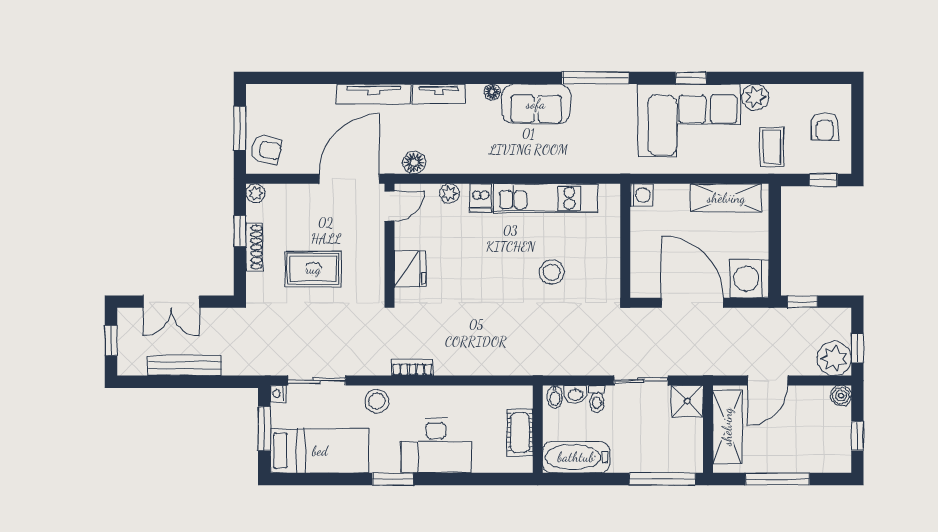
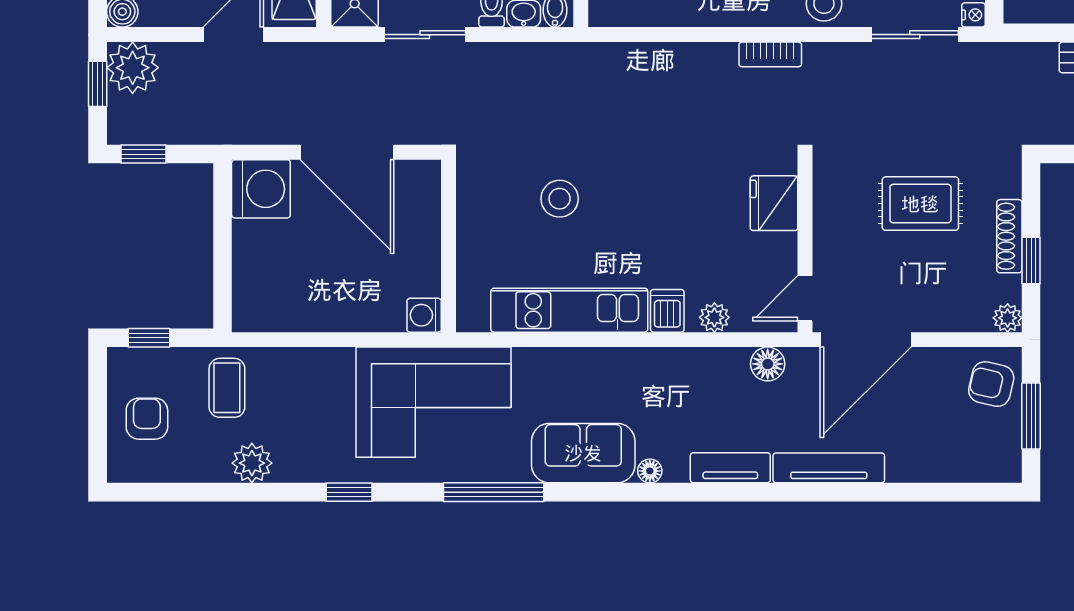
corner sofa: (689, 121) -> (434, 402), moved, turned 180
shelving: (726, 198) -> (296, 311), removed
window: (803, 302) -> (144, 154), moved

